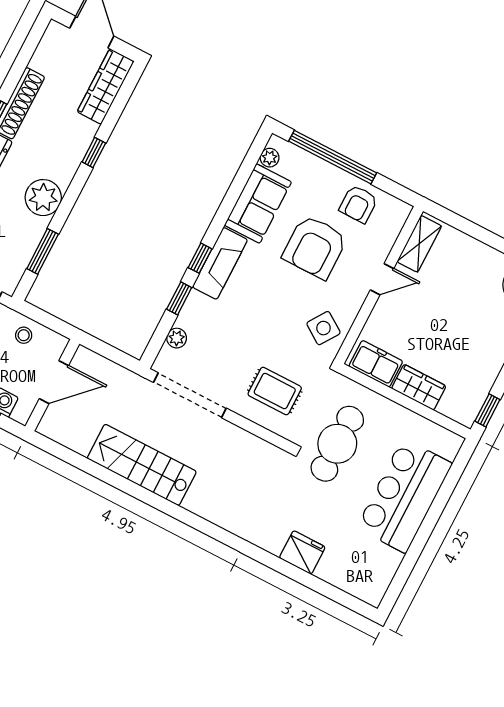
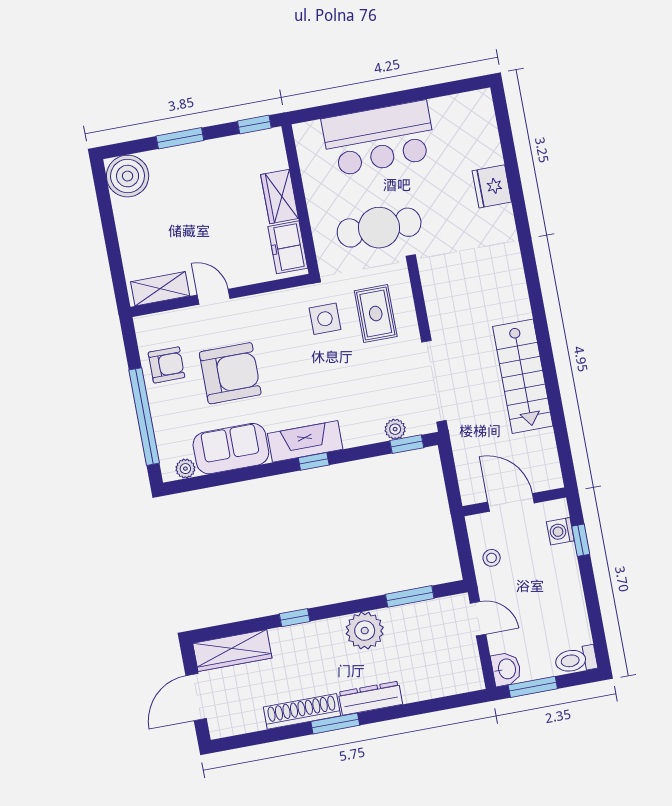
window: (179, 298) -> (407, 444), moved
side table: (323, 328) -> (325, 319), moved, turned -34

